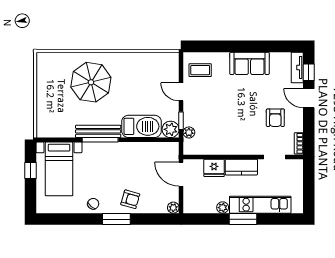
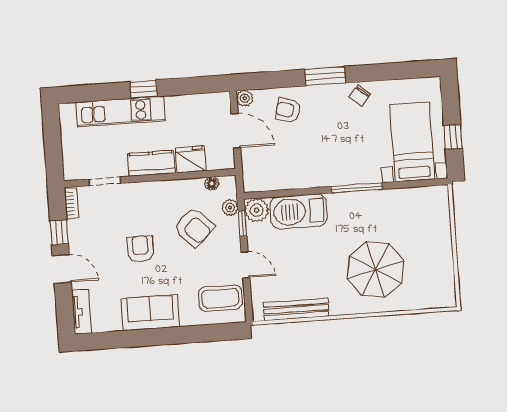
coffee table: (200, 70) -> (220, 298), width x1.36, depth x1.30
window: (309, 72) -> (59, 232), moved
armchair: (275, 118) -> (140, 249), moved
armchair: (215, 121) -> (194, 227), added
bench: (98, 131) -> (296, 310), moved
floor lamp: (200, 150) -> (212, 183), added
door: (181, 174) -> (236, 131), moved
armchair: (130, 199) -> (288, 110), moved
plant: (223, 208) -> (174, 103), removed
window: (243, 219) -> (144, 89), width x0.67

